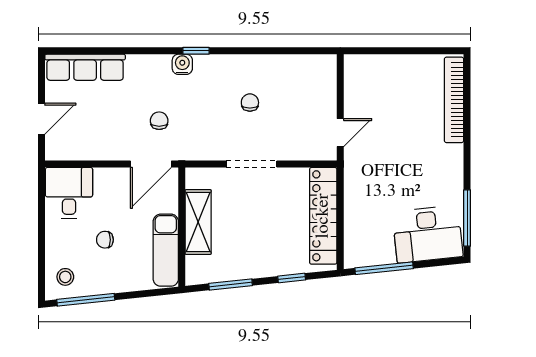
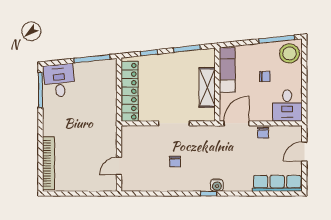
chair: (159, 121) -> (263, 133), moved
door: (340, 133) -> (119, 166), moved
desk: (428, 234) -> (59, 81), width x0.73
stool: (65, 277) -> (289, 53), width x1.89, depth x1.89

